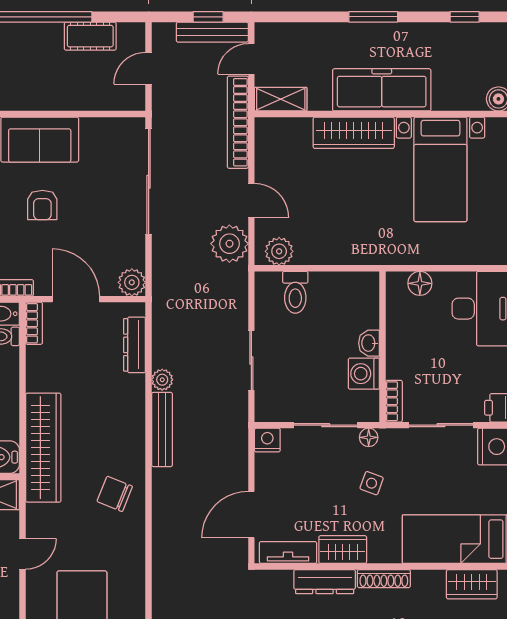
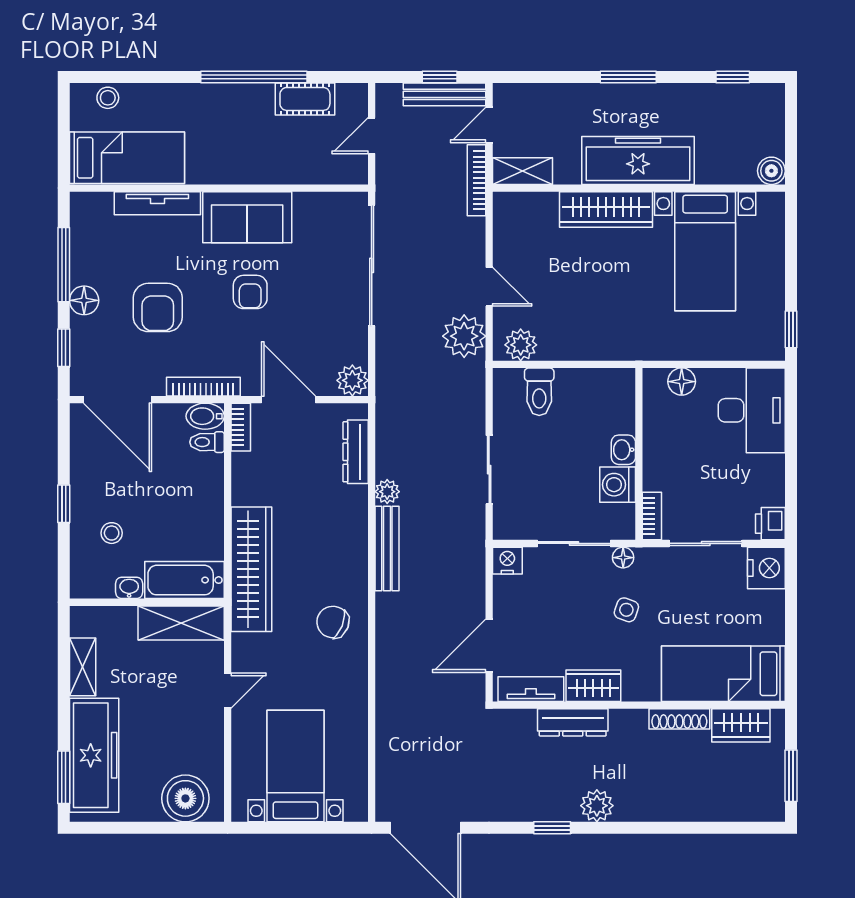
bookcase: (238, 122) -> (476, 180), width x0.68, depth x0.76
shoe rack: (384, 579) -> (679, 719), moved

